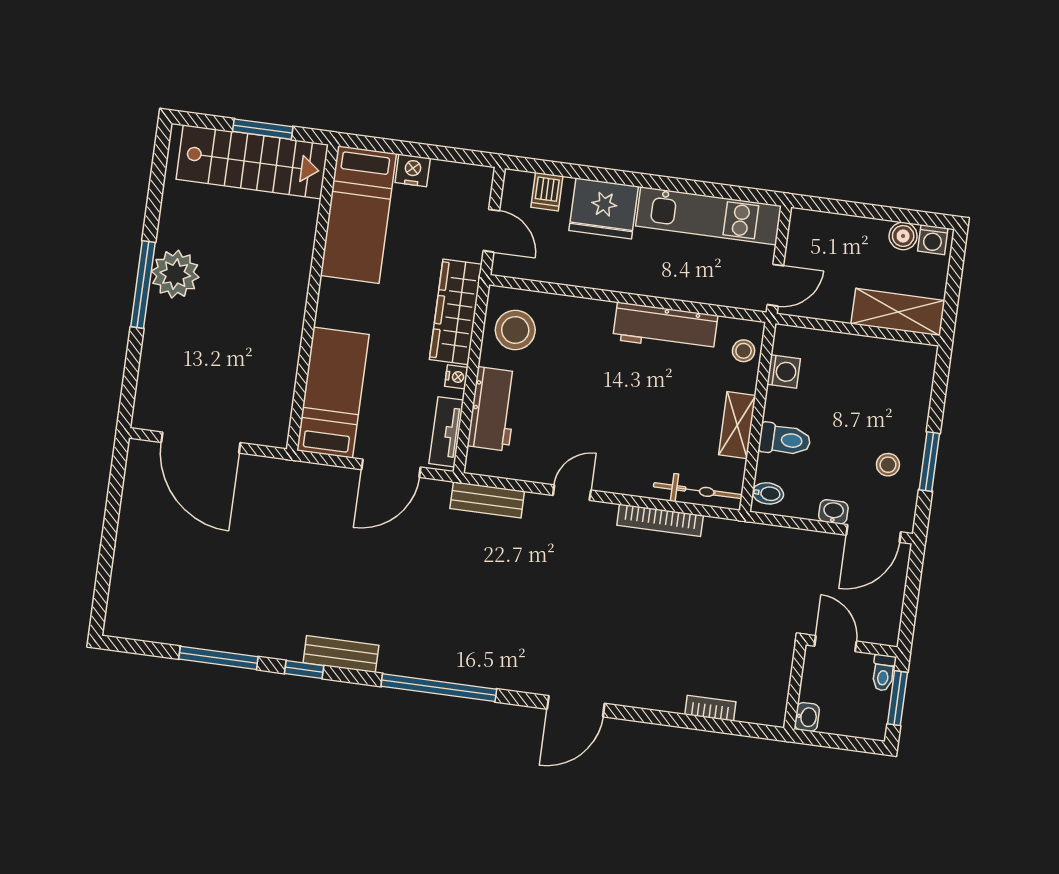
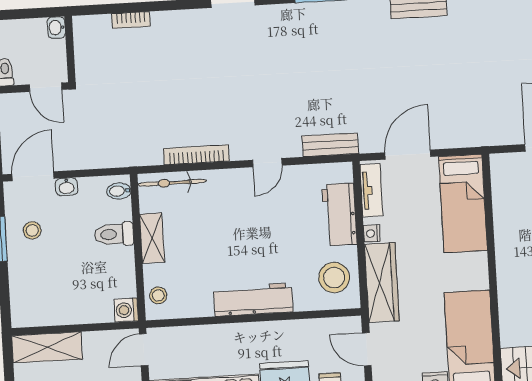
workbench: (665, 328) -> (253, 300), moved
washing machine: (784, 372) -> (126, 310), moved

